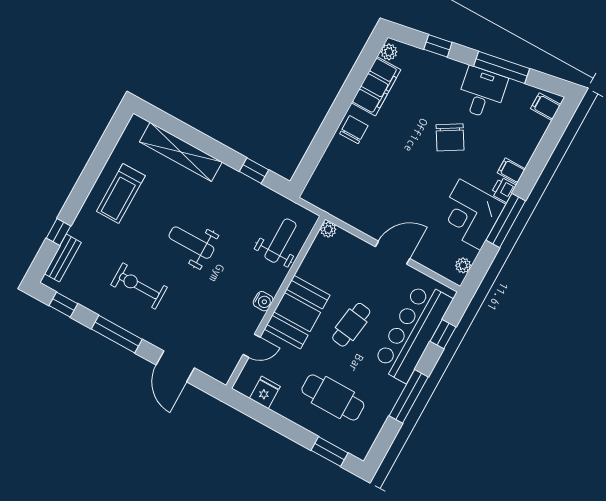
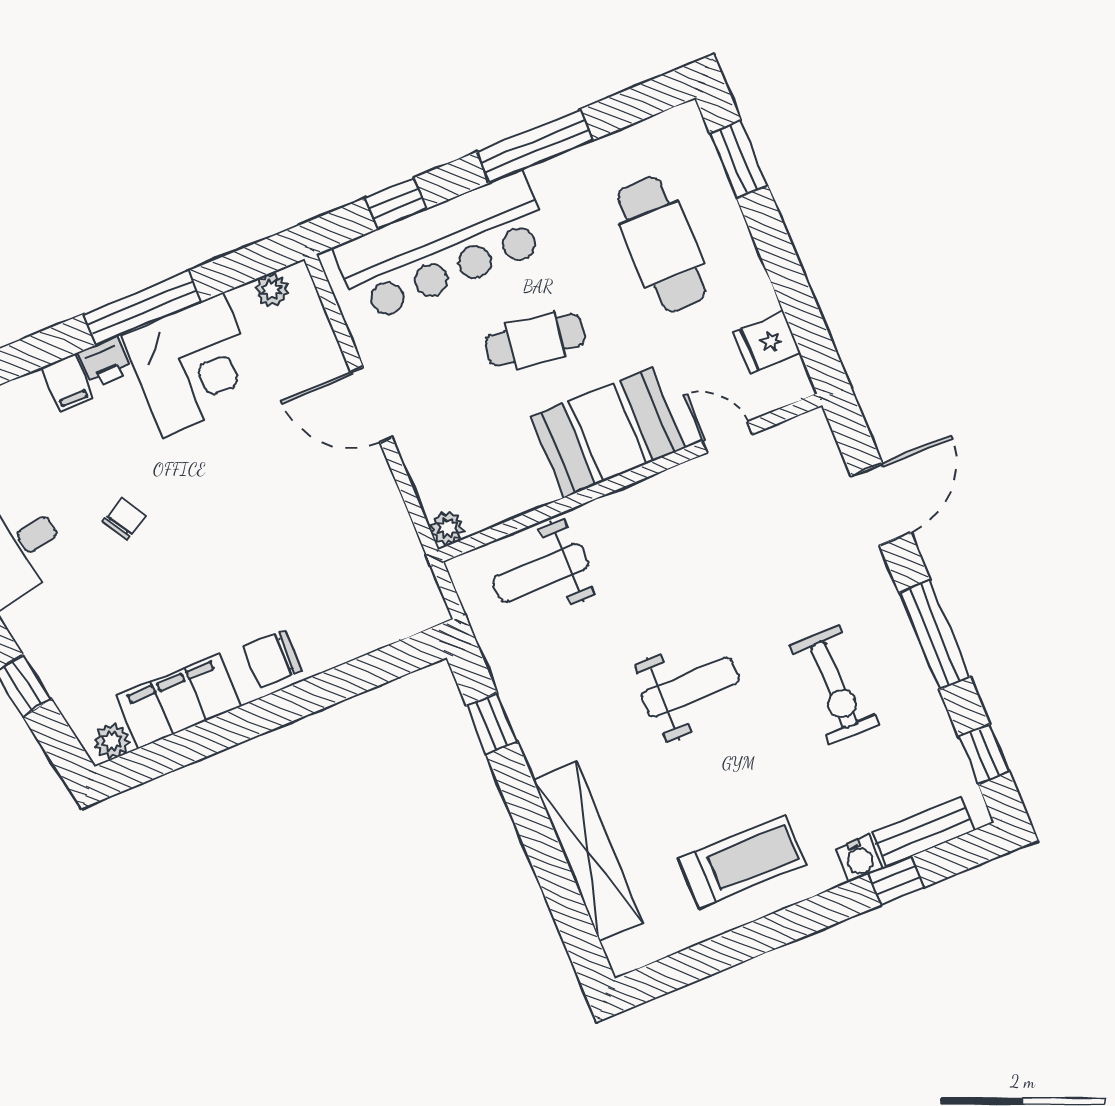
chair: (450, 137) -> (124, 519), width x0.54, depth x0.54
weight bench: (191, 243) -> (690, 687), turned -90
water cooler: (263, 301) -> (859, 859), moved, turned 180

